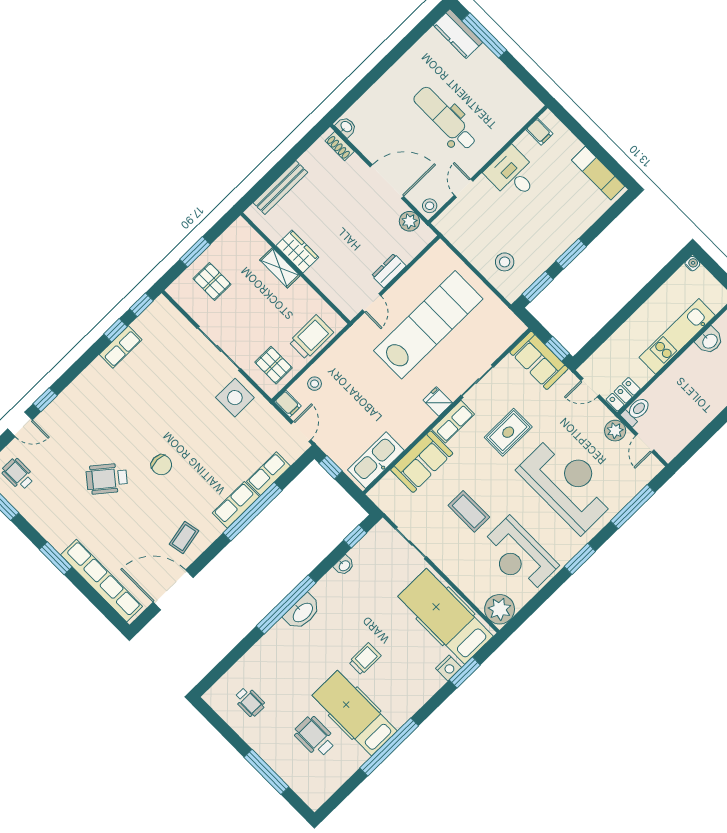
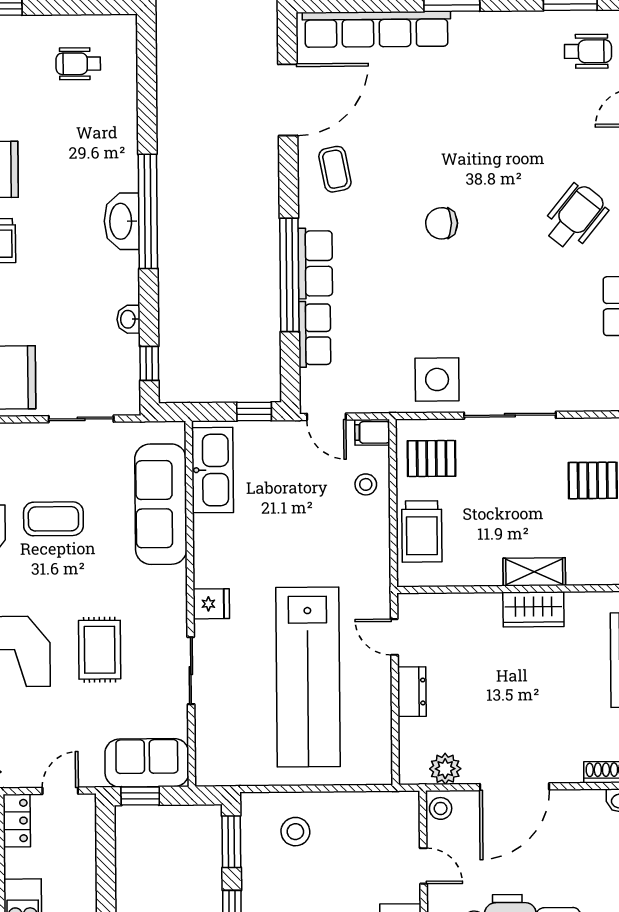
row of seats: (453, 422) -> (172, 599), removed
sofa: (422, 462) -> (161, 504), width x1.36
wheelchair: (107, 479) -> (575, 217), moved

